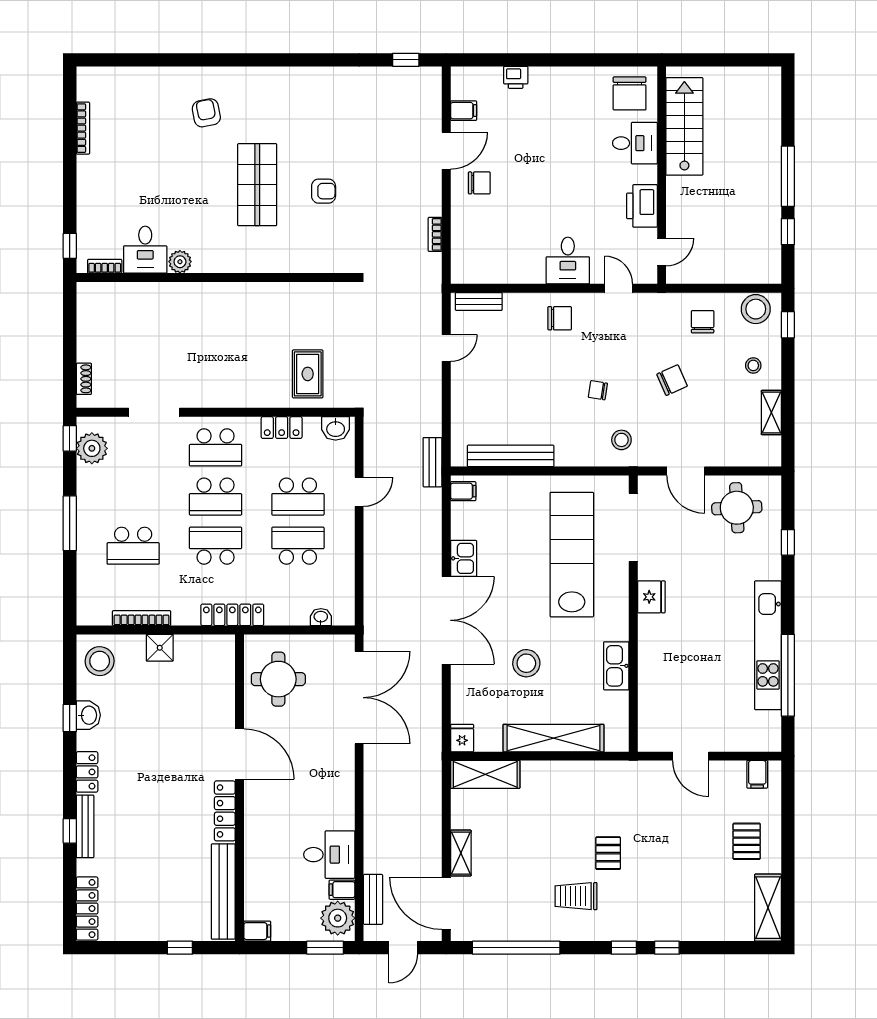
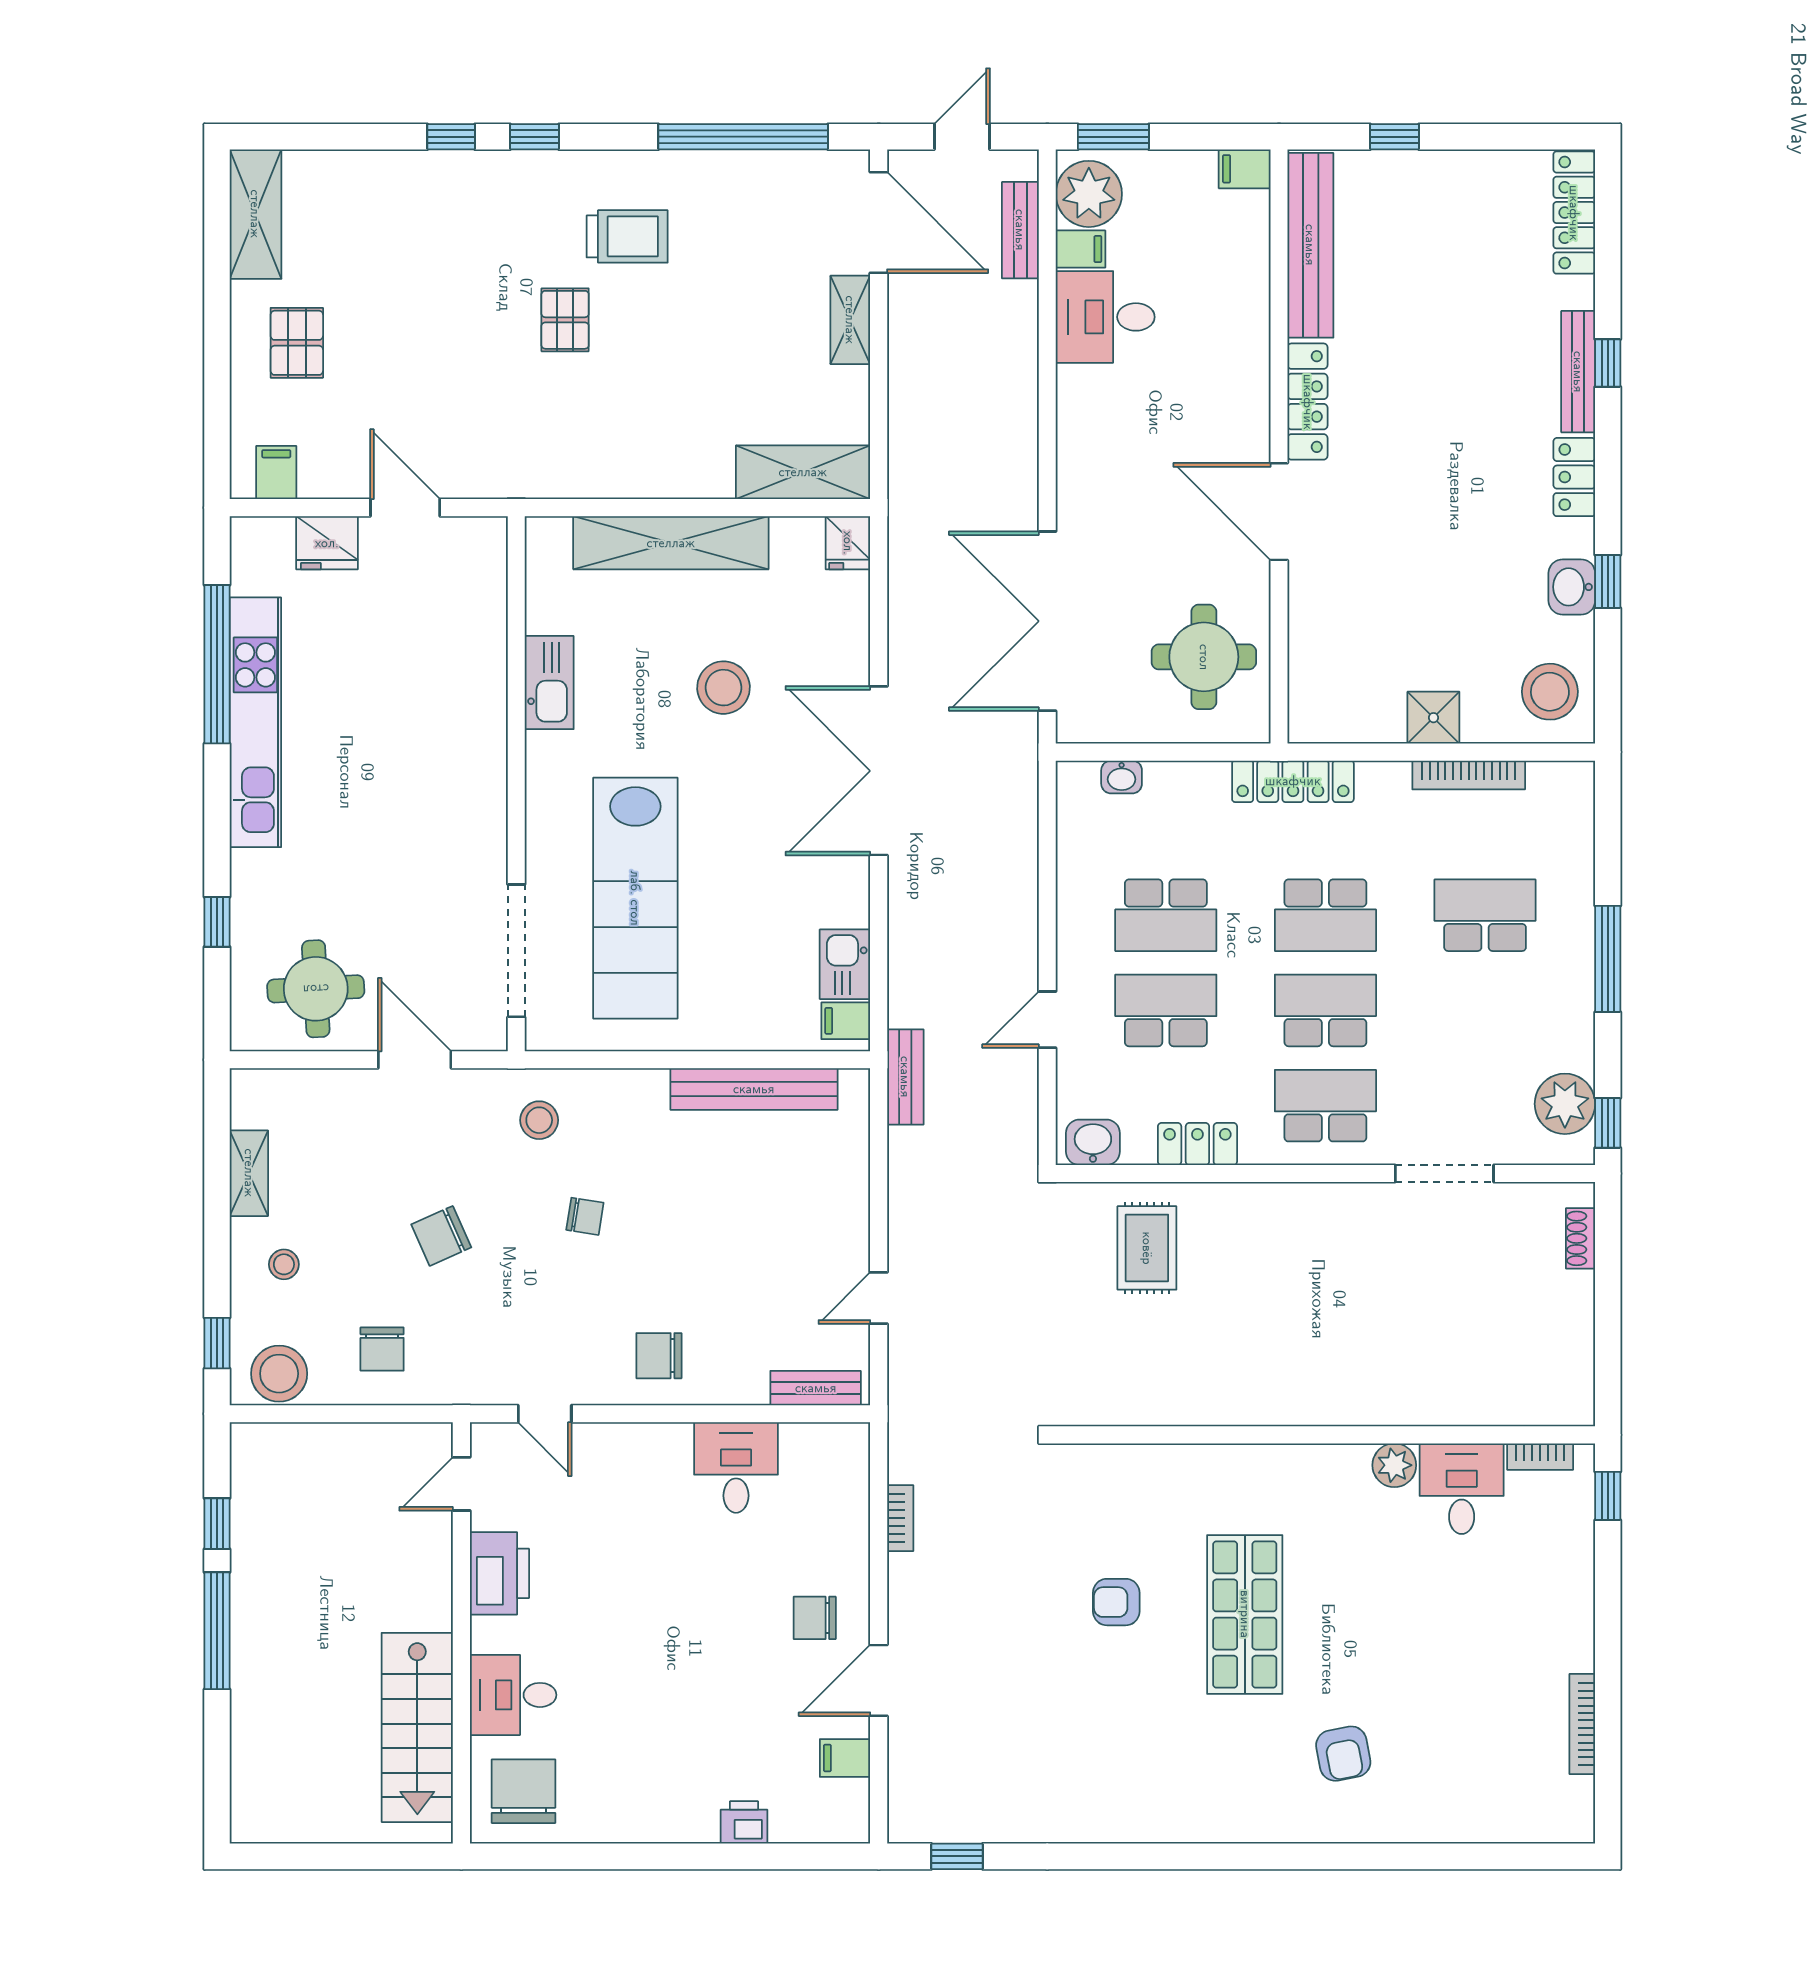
desk: (568, 261) -> (736, 1468), moved
kitchen sink: (464, 558) -> (845, 964), moved
fridge: (651, 597) -> (327, 543), moved, turned -90

